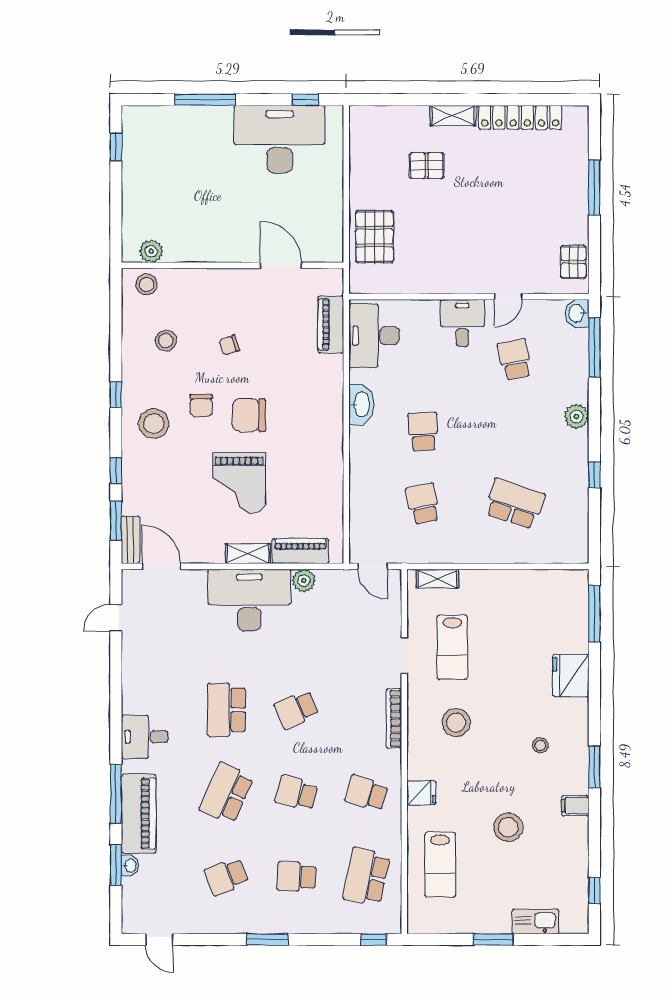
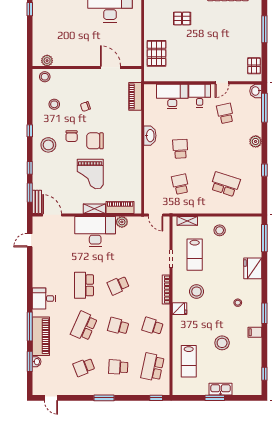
desk: (374, 336) -> (172, 96), moved, turned 90
stool: (503, 598) -> (220, 230), added
fridge: (421, 793) -> (179, 309), moved
kitchen sink: (535, 922) -> (221, 389), moved

